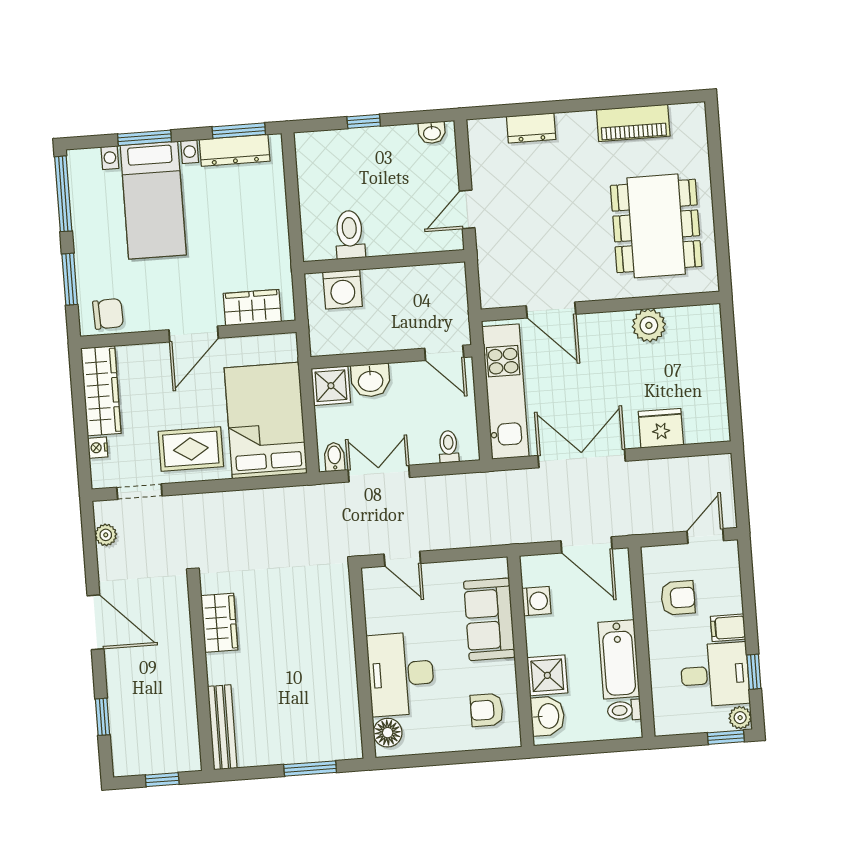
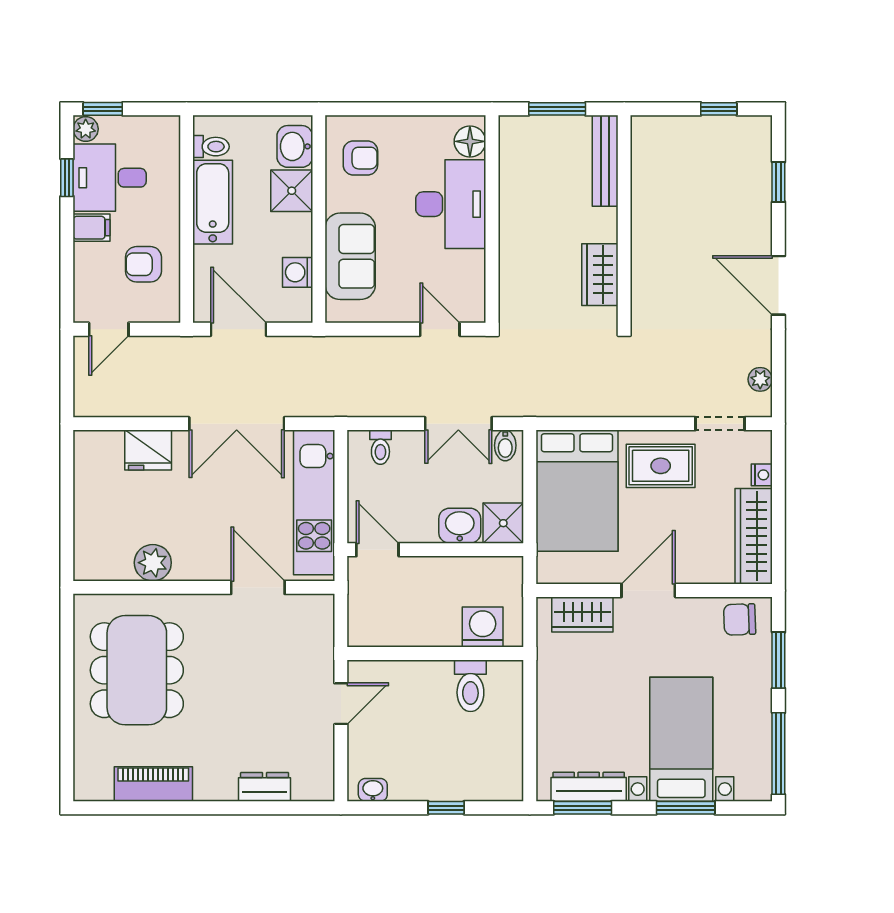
wardrobe: (219, 623) -> (600, 275), moved
wall: (201, 675) -> (624, 219), moved
bench: (222, 727) -> (605, 161), moved

